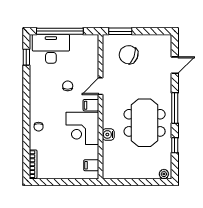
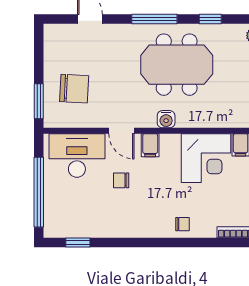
desk: (51, 49) -> (77, 155), moved, turned 90
chair: (129, 55) -> (74, 89), turned -108
corner desk: (82, 128) -> (206, 158), moved
water cooler: (108, 134) -> (166, 119), moved

